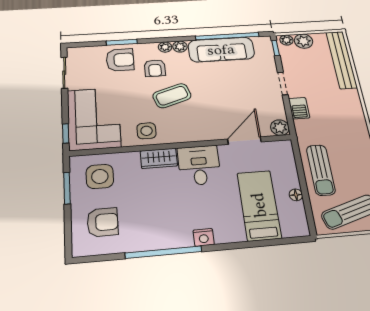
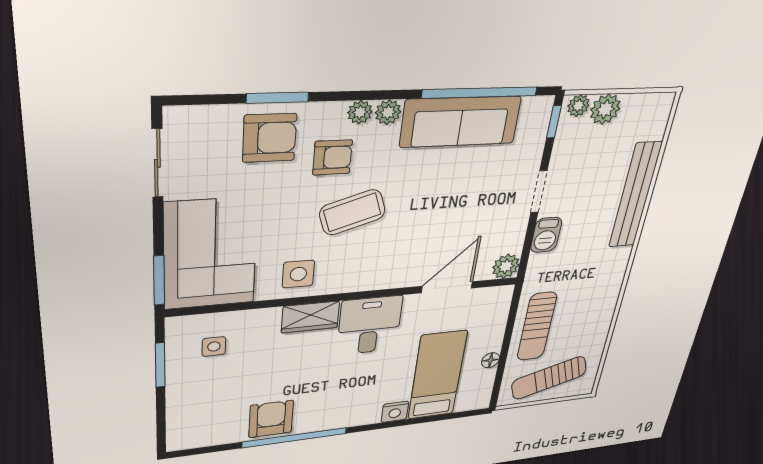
bench: (341, 60) -> (635, 195), moved
armchair: (155, 68) -> (332, 157), turned -90
window: (66, 133) -> (159, 280), width x1.50
side table: (100, 176) -> (214, 347), width x0.54, depth x0.54
armchair: (103, 222) -> (271, 419), moved, turned -90
nightstand: (204, 237) -> (395, 412), moved

